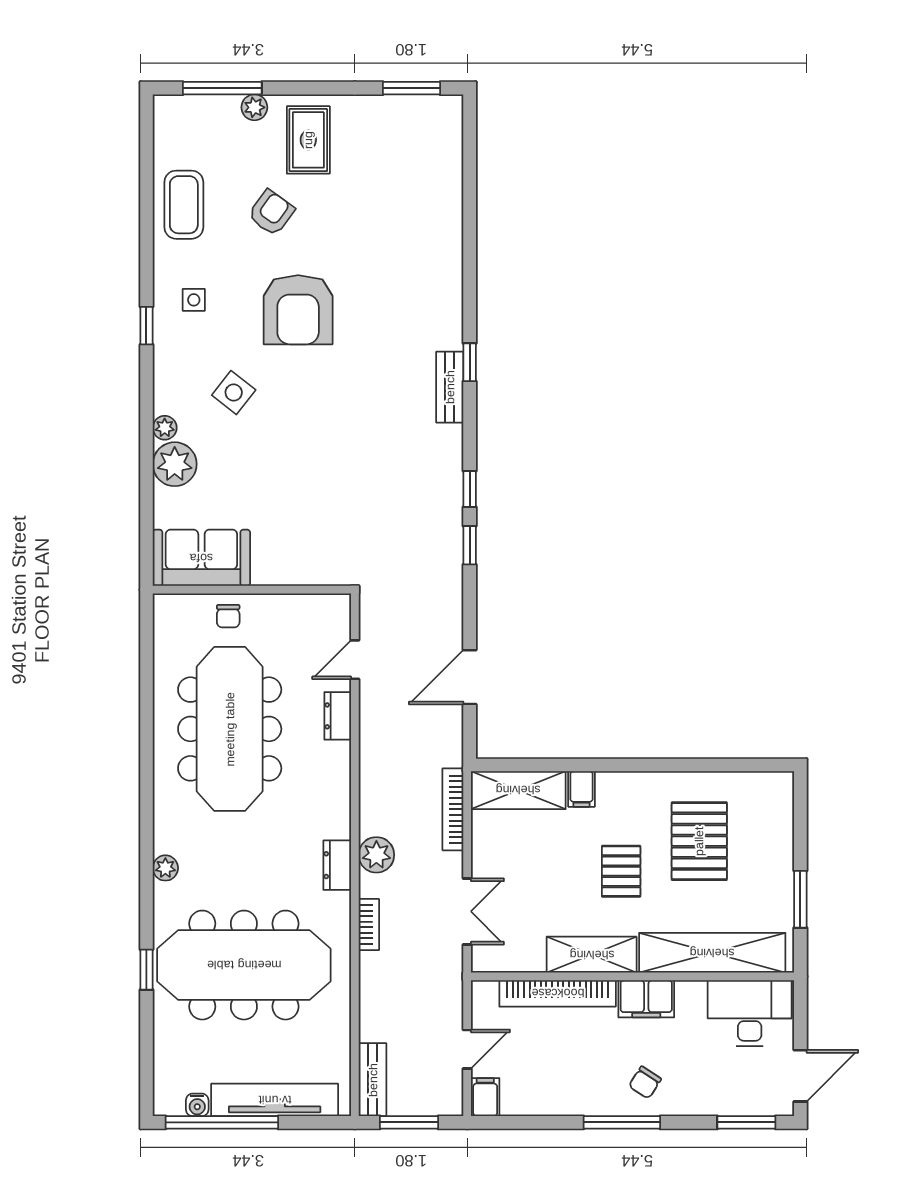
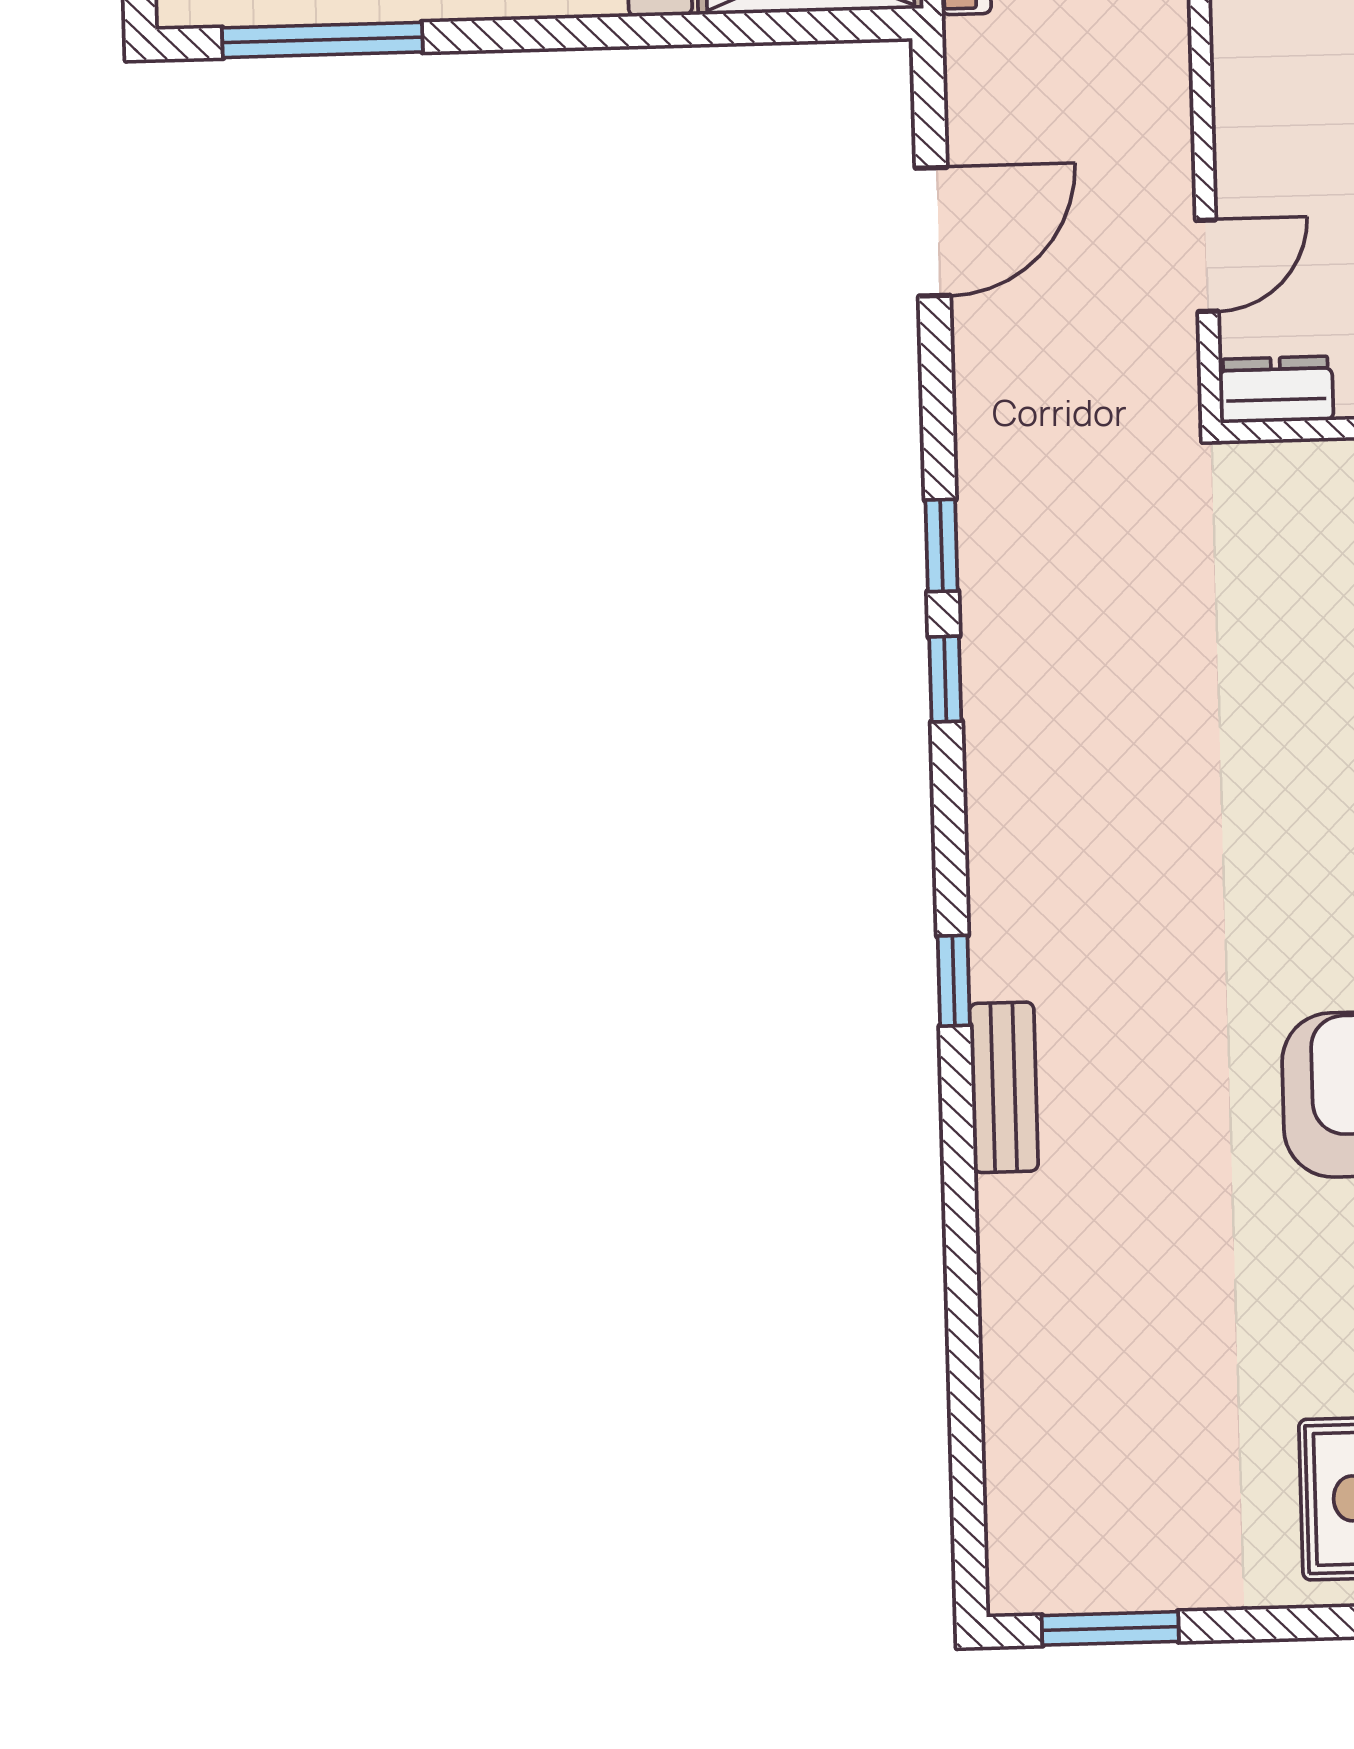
bench: (450, 387) -> (1004, 1087), moved
dresser: (338, 716) -> (1276, 390), moved, turned -90
window: (724, 765) -> (322, 40), added

